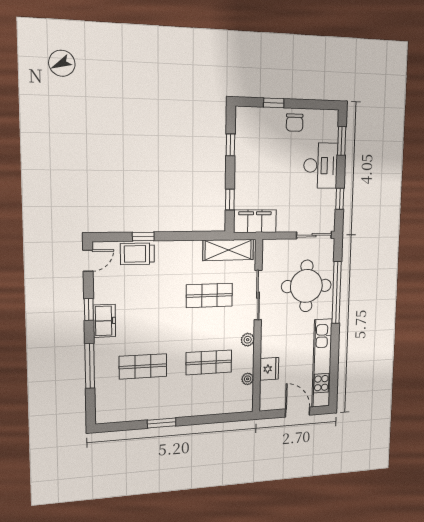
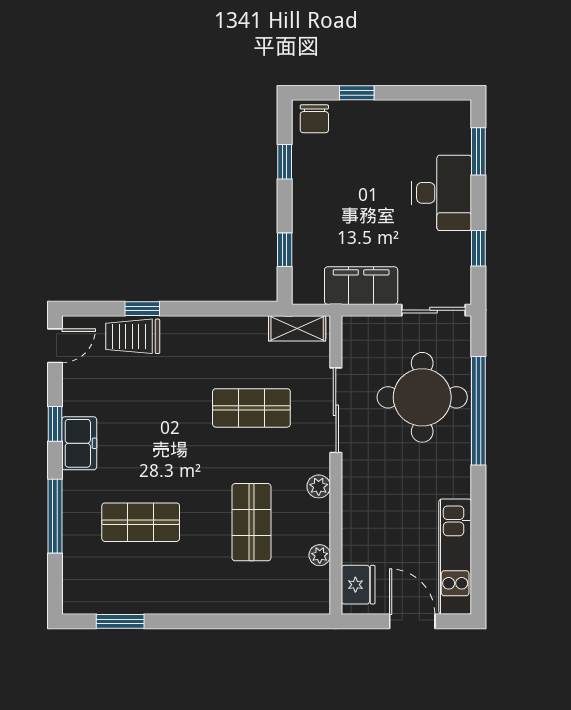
chair: (295, 123) -> (314, 119), moved
filing cabinet: (255, 221) -> (361, 286), moved
shelving: (228, 250) -> (297, 328), width x0.67, depth x0.75
shop shelf: (209, 362) -> (251, 522), turned 90
kitchen unit: (322, 363) -> (455, 557), width x0.73
fridge: (269, 369) -> (358, 585), moved
window: (162, 423) -> (120, 621), moved

